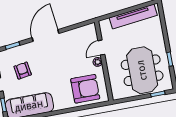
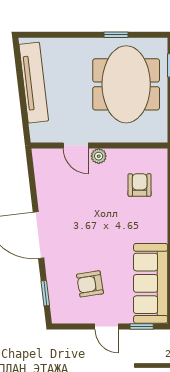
meeting table: (142, 70) -> (126, 84), turned 90
armchair: (85, 89) -> (140, 185), width x0.53, depth x0.53

